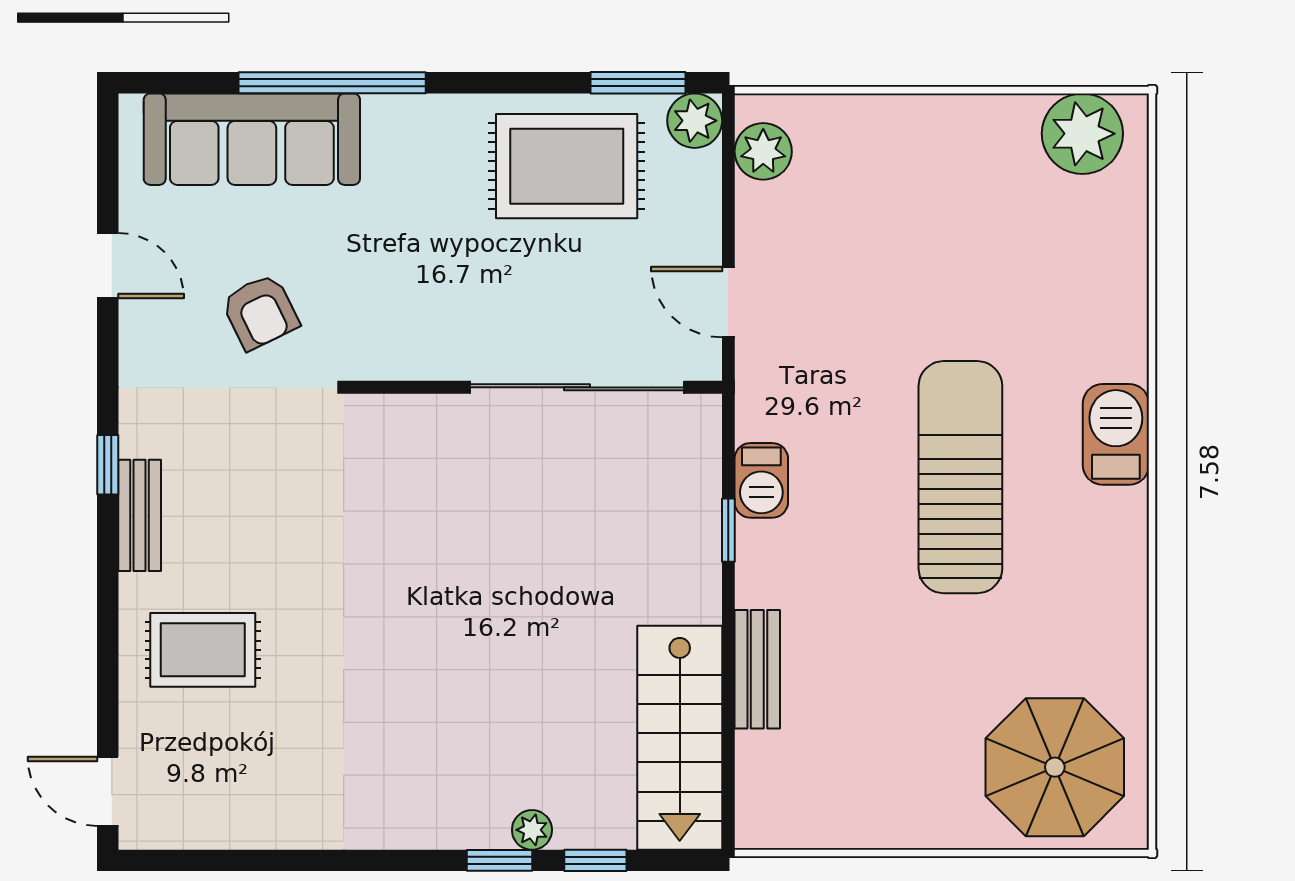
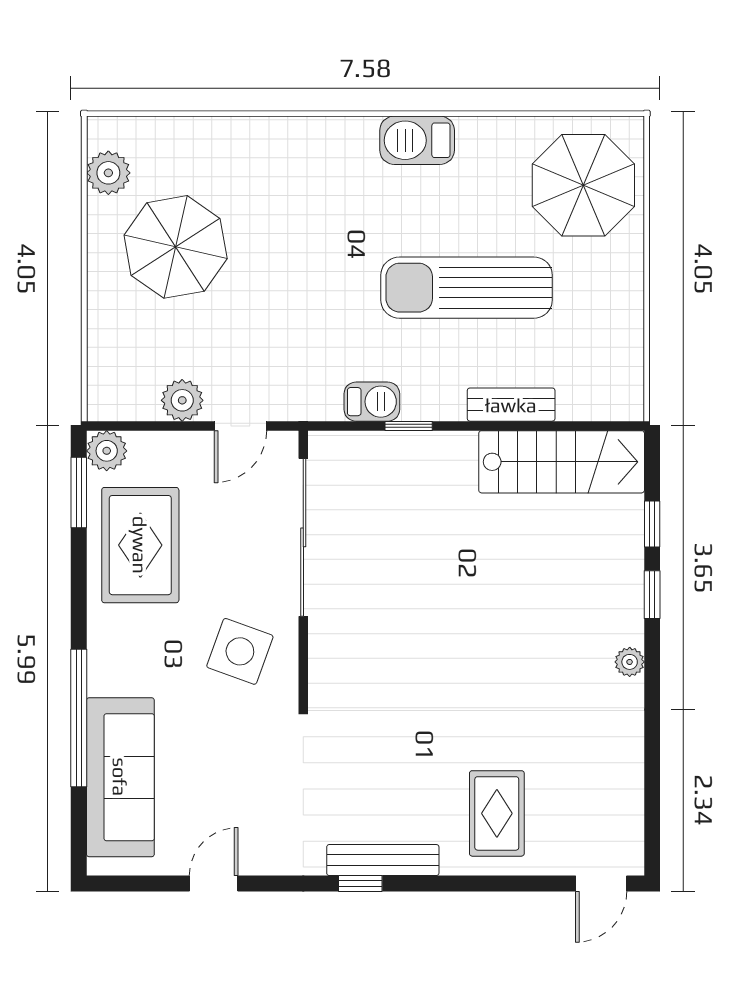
plant: (1082, 134) -> (108, 173), width x0.73, depth x0.73
plant: (763, 151) -> (182, 400), moved
parasol: (971, 214) -> (176, 247), added
side table: (423, 301) -> (240, 651), added
armchair: (260, 312) -> (248, 771), removed
barbecue: (1116, 434) -> (417, 140), moved
sun lounger: (960, 477) -> (467, 288), moved
bench: (140, 515) -> (383, 860), width x1.36
plant: (532, 830) -> (630, 662), moved

